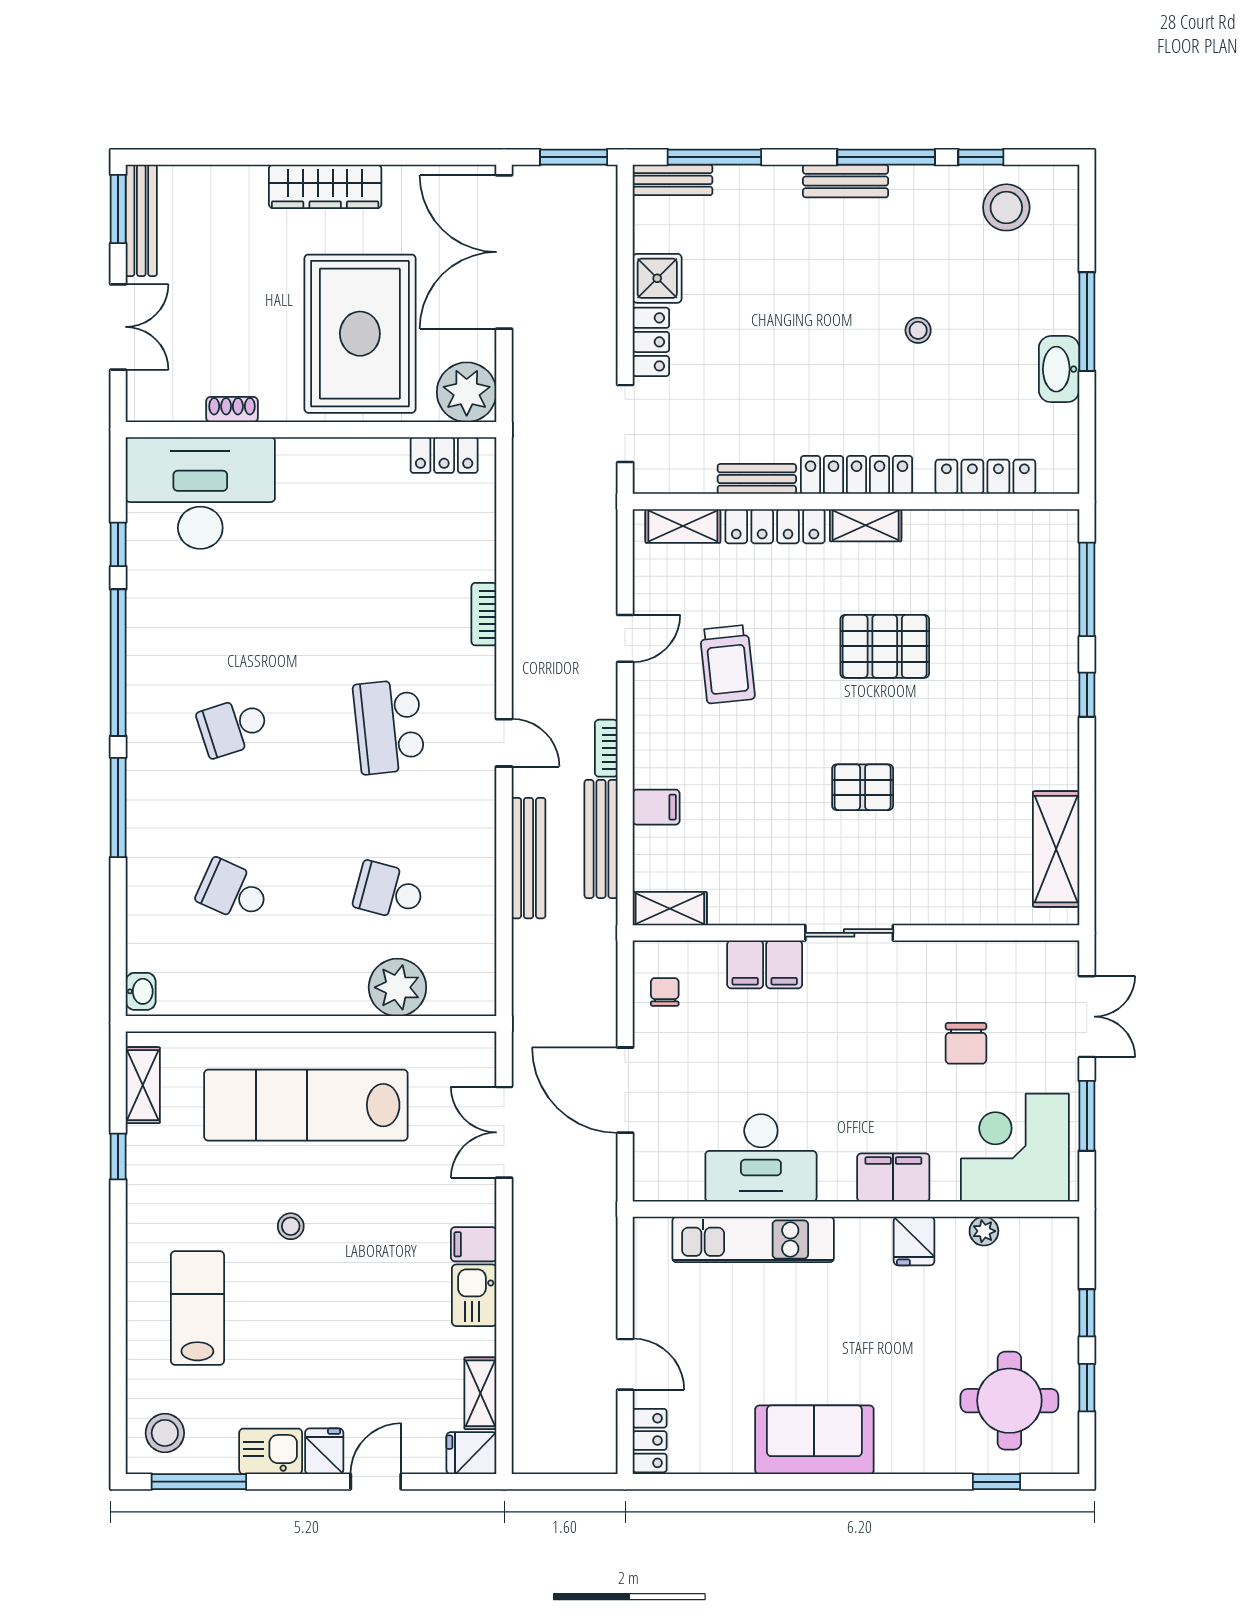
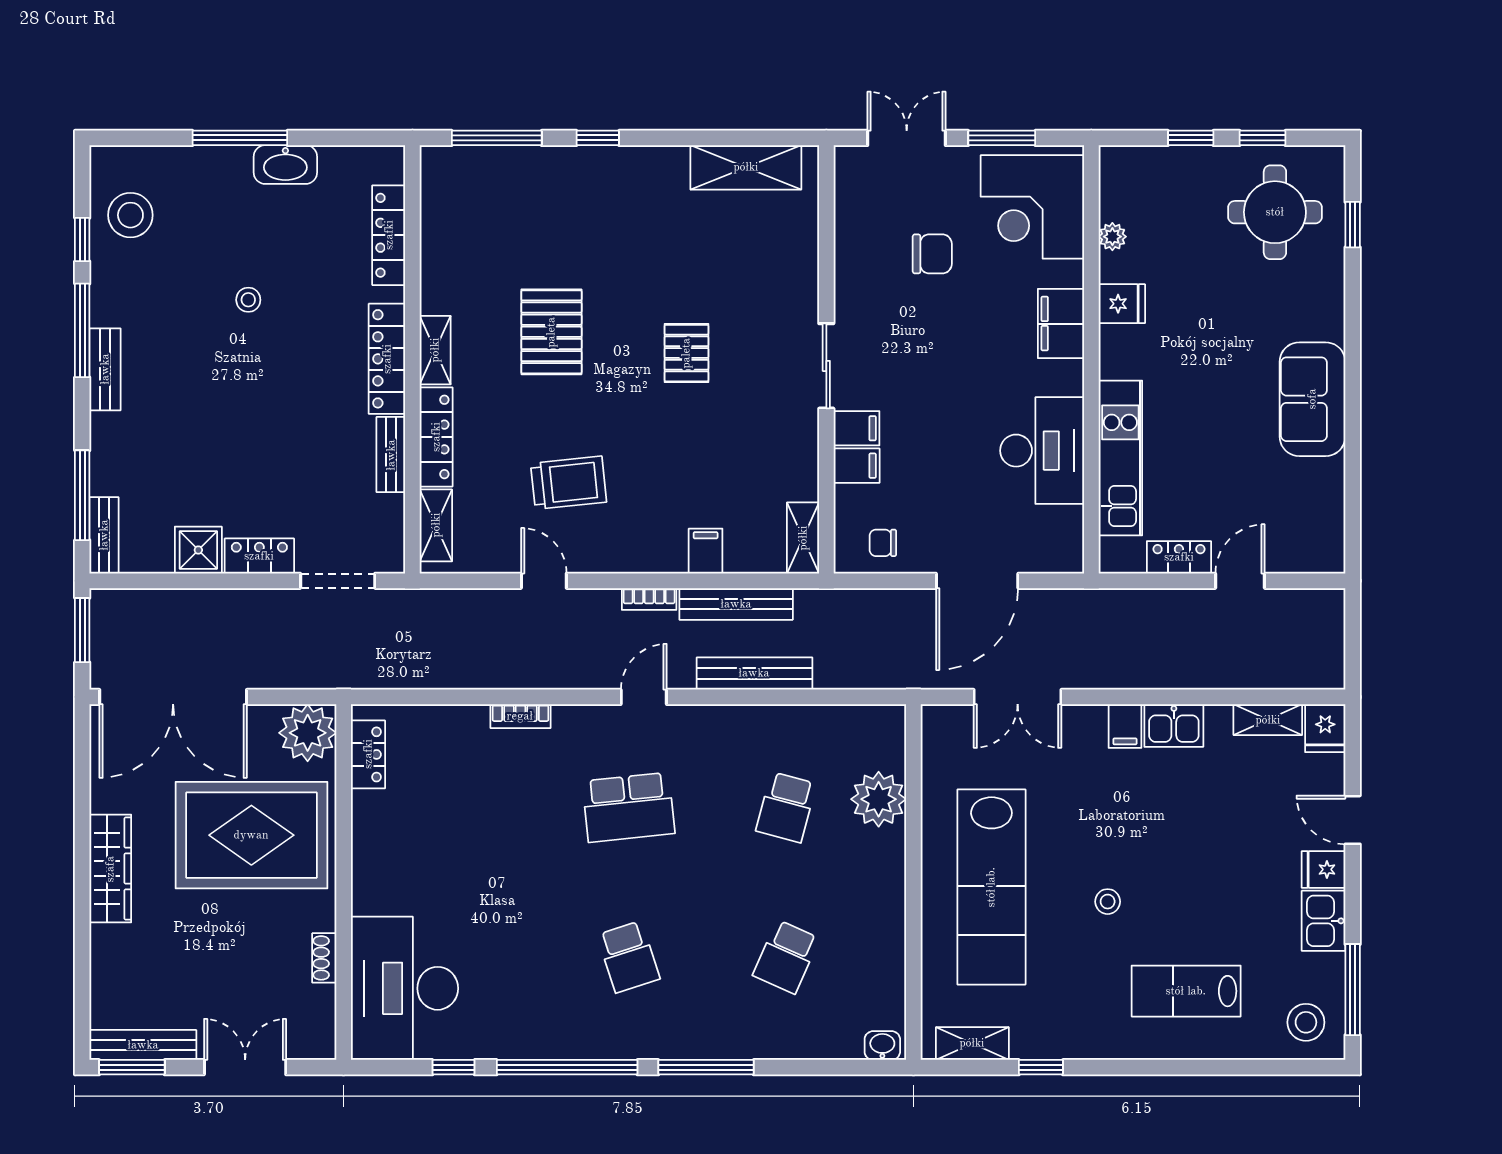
locker: (650, 1441) -> (1179, 557), moved

